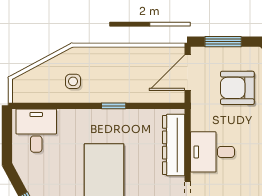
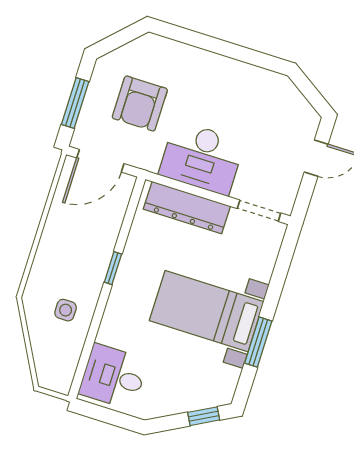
door: (188, 73) -> (100, 161), hinge flipped
desk: (212, 152) -> (202, 158), width x1.37

